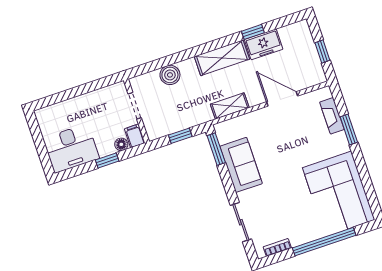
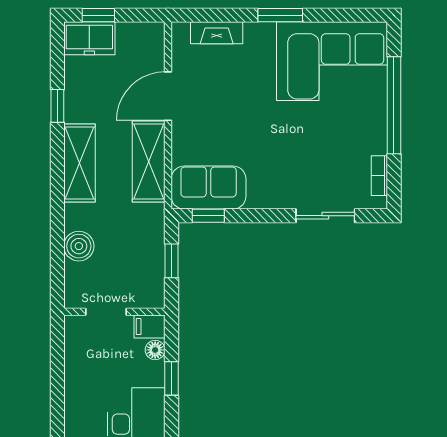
freezer: (264, 44) -> (89, 38), moved, turned 90
window: (322, 52) -> (98, 15), moved
shelving: (230, 106) -> (149, 162), width x1.50, depth x1.33
window: (349, 130) -> (280, 15), moved
window: (216, 149) -> (208, 216), width x0.67
sofa: (241, 165) -> (209, 188), moved

